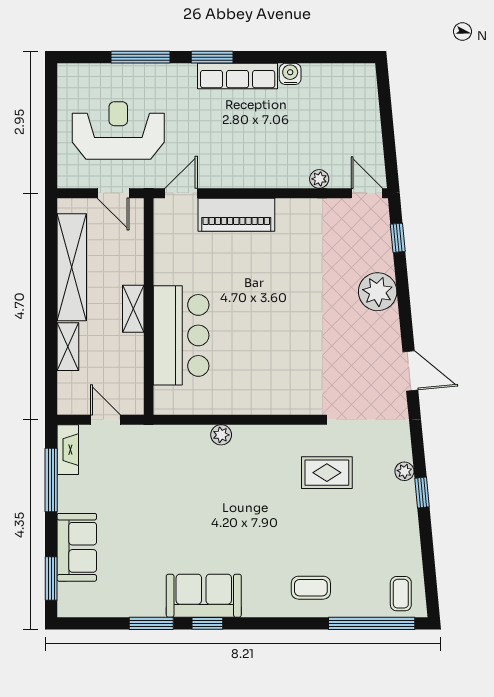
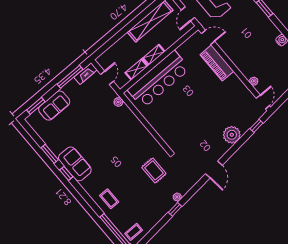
row of seats: (238, 76) -> (265, 22), removed
bar counter: (181, 335) -> (159, 79), width x1.36
shelving: (68, 347) -> (136, 69), moved
plant: (221, 435) -> (118, 102), moved

